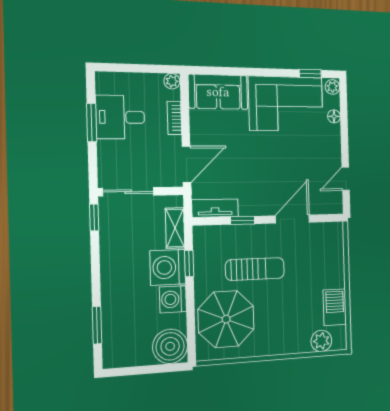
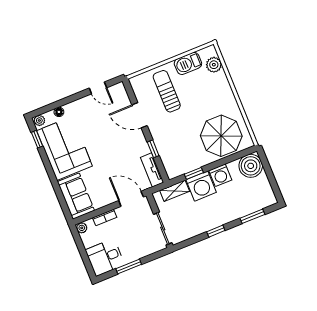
desk: (120, 117) -> (105, 257), moved, turned 90
window: (94, 217) -> (216, 231), moved
sun lounger: (255, 269) -> (167, 91), moved

